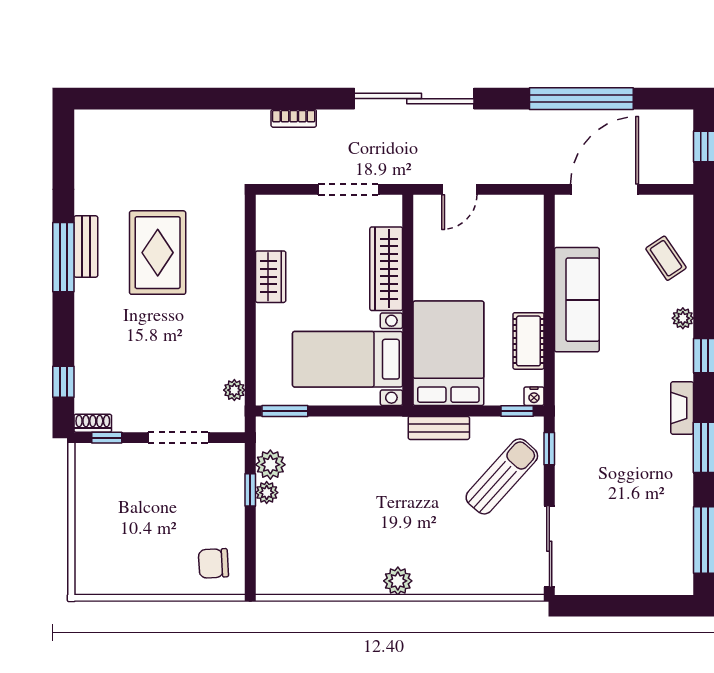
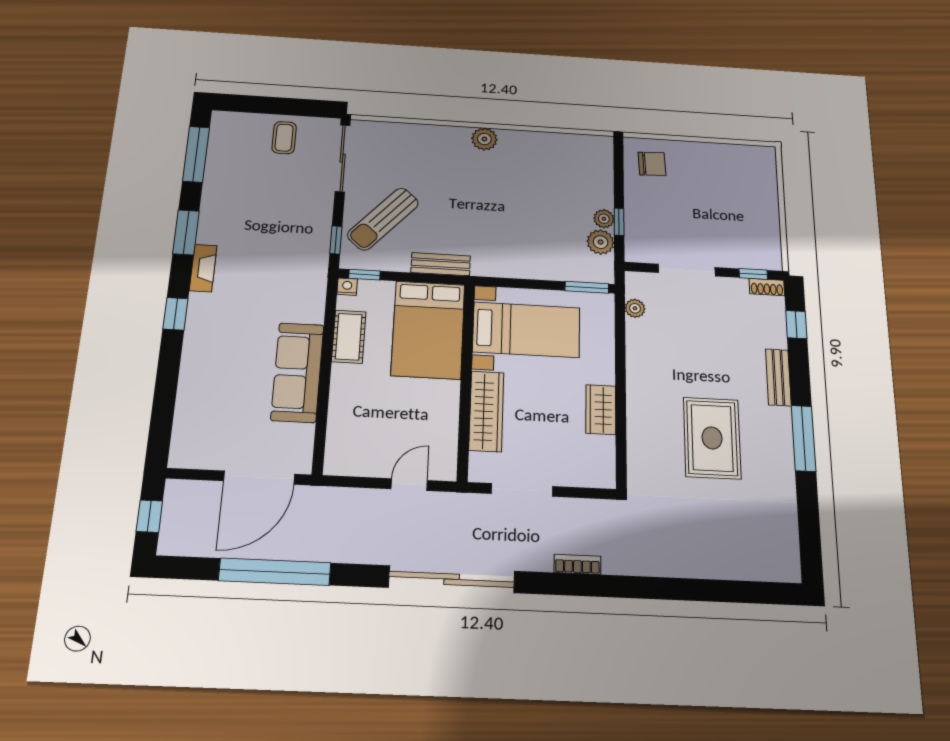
bench: (86, 246) -> (778, 377), moved
coffee table: (666, 258) -> (284, 138), moved, turned 34
plant: (683, 318) -> (193, 349), removed

